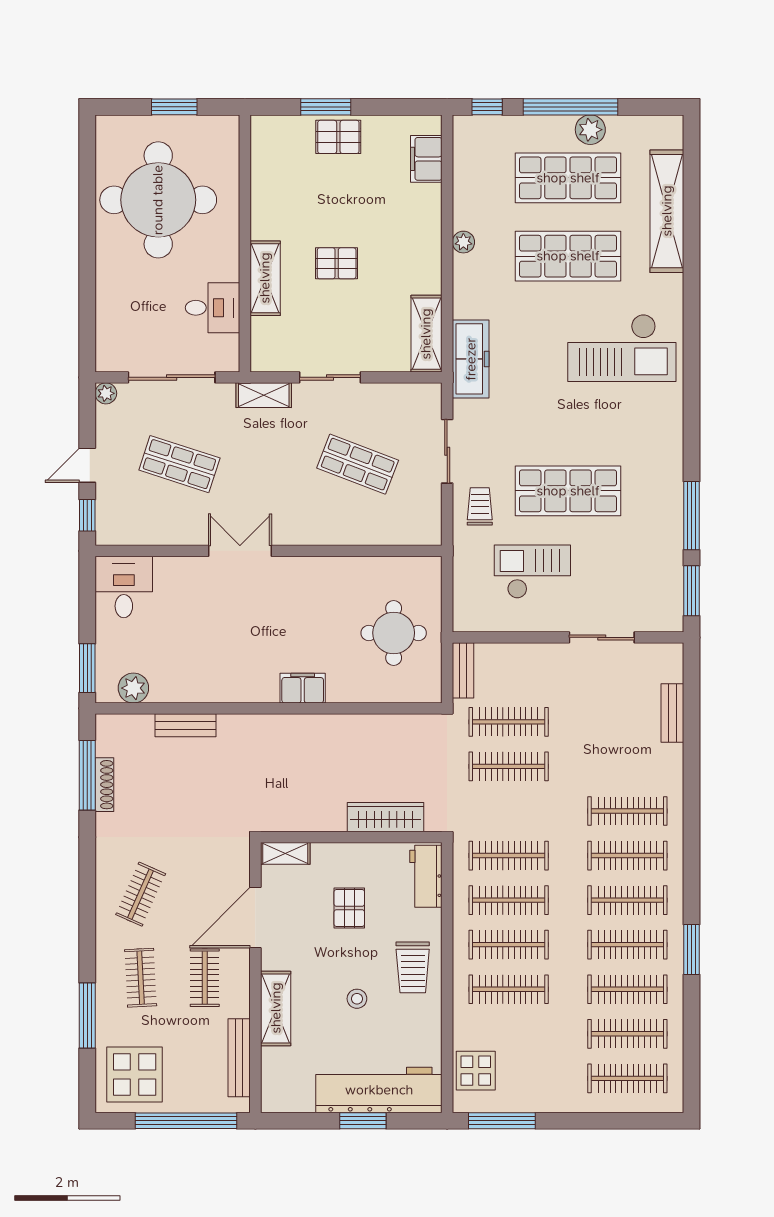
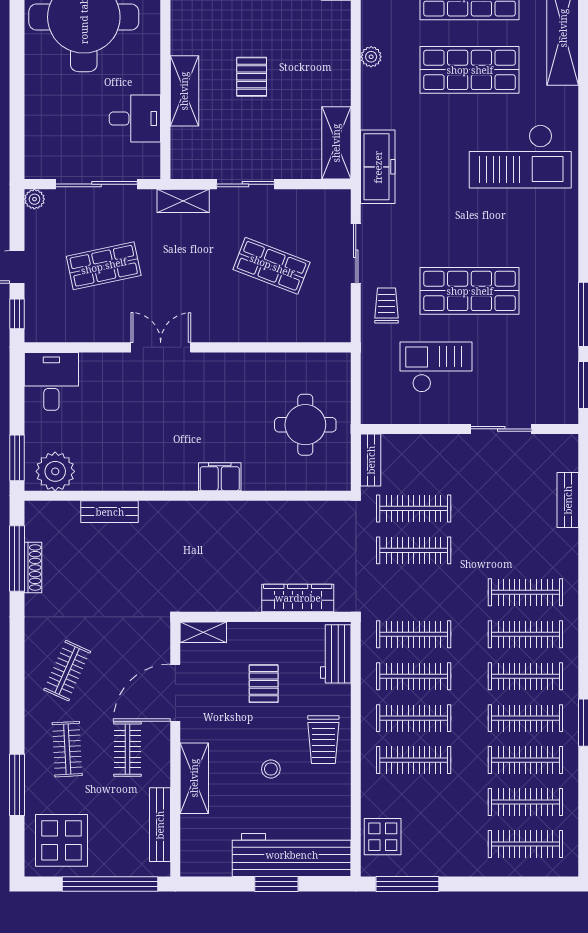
pallet: (337, 263) -> (252, 77), turned 90
shop shelf: (179, 464) -> (104, 266), turned -30
plant: (133, 688) -> (55, 471), width x1.36, depth x1.36

